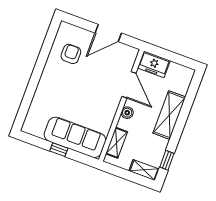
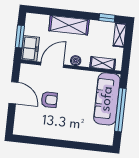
armchair: (71, 54) -> (49, 100), moved, turned 180
window: (170, 56) -> (20, 37), added
window: (59, 150) -> (120, 110), width x3.17

